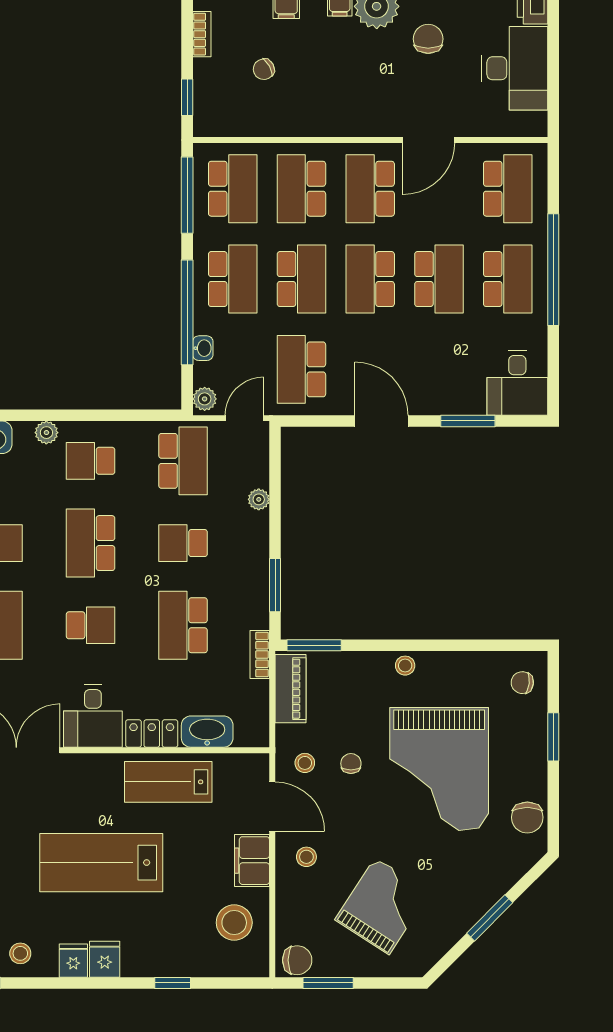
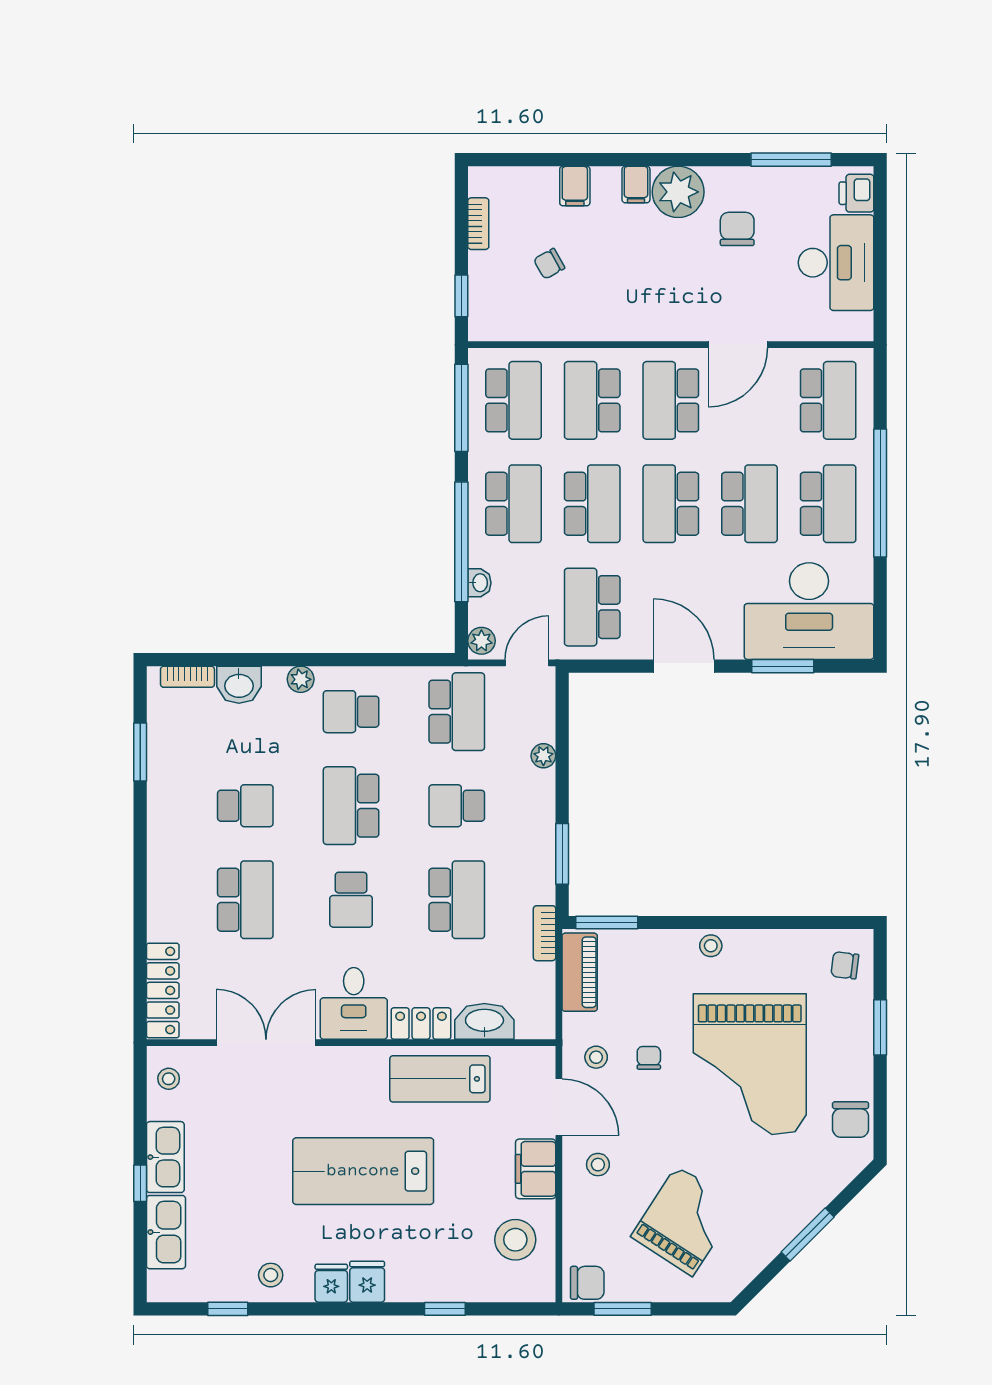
desk: (517, 383) -> (809, 611), width x1.87, depth x1.30
school desk: (91, 625) -> (351, 900), turned 90
school desk: (183, 625) -> (457, 900), turned 180

